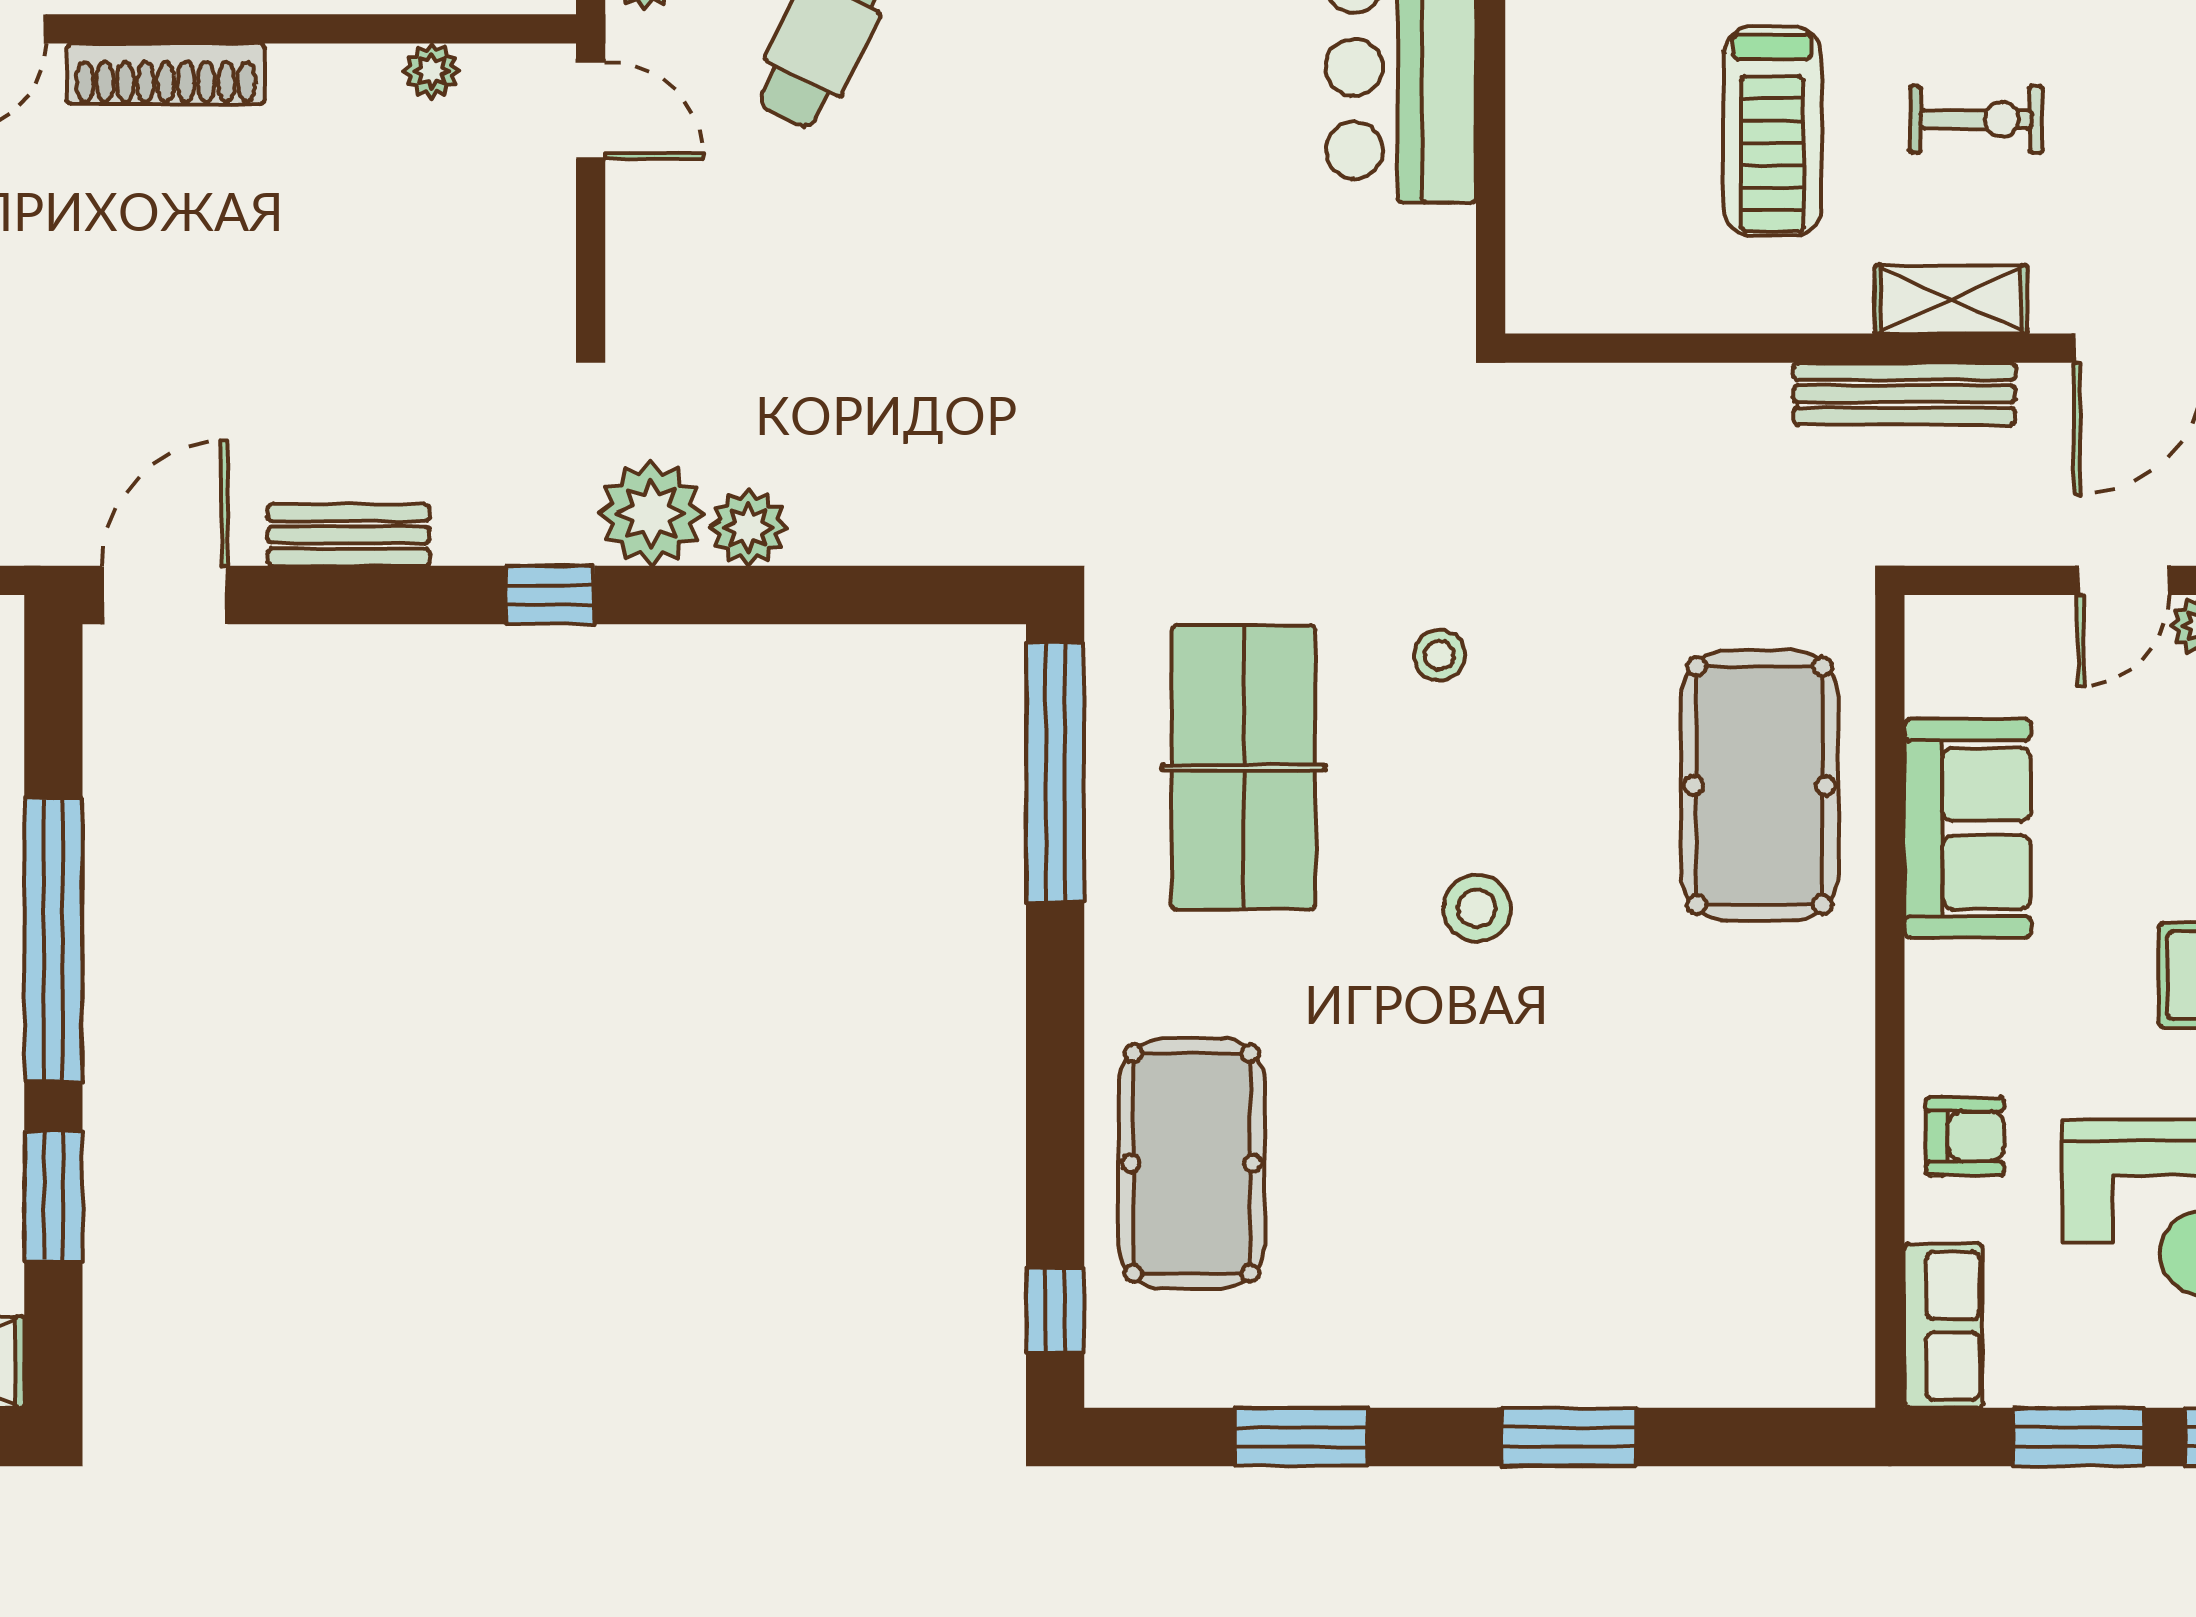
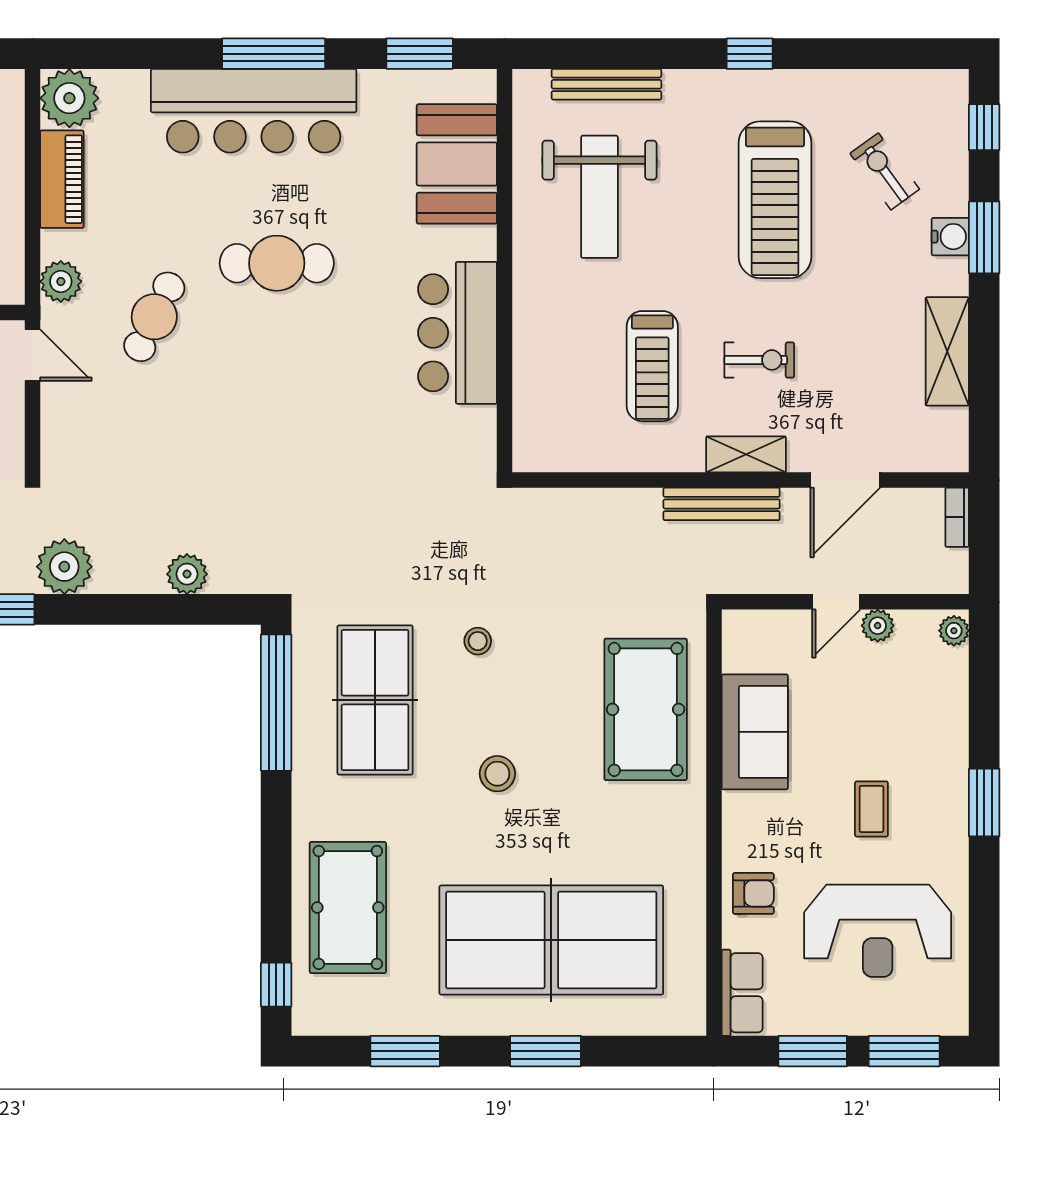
plant: (748, 527) -> (187, 574), moved
table tennis table: (1580, 1225) -> (551, 940), added

